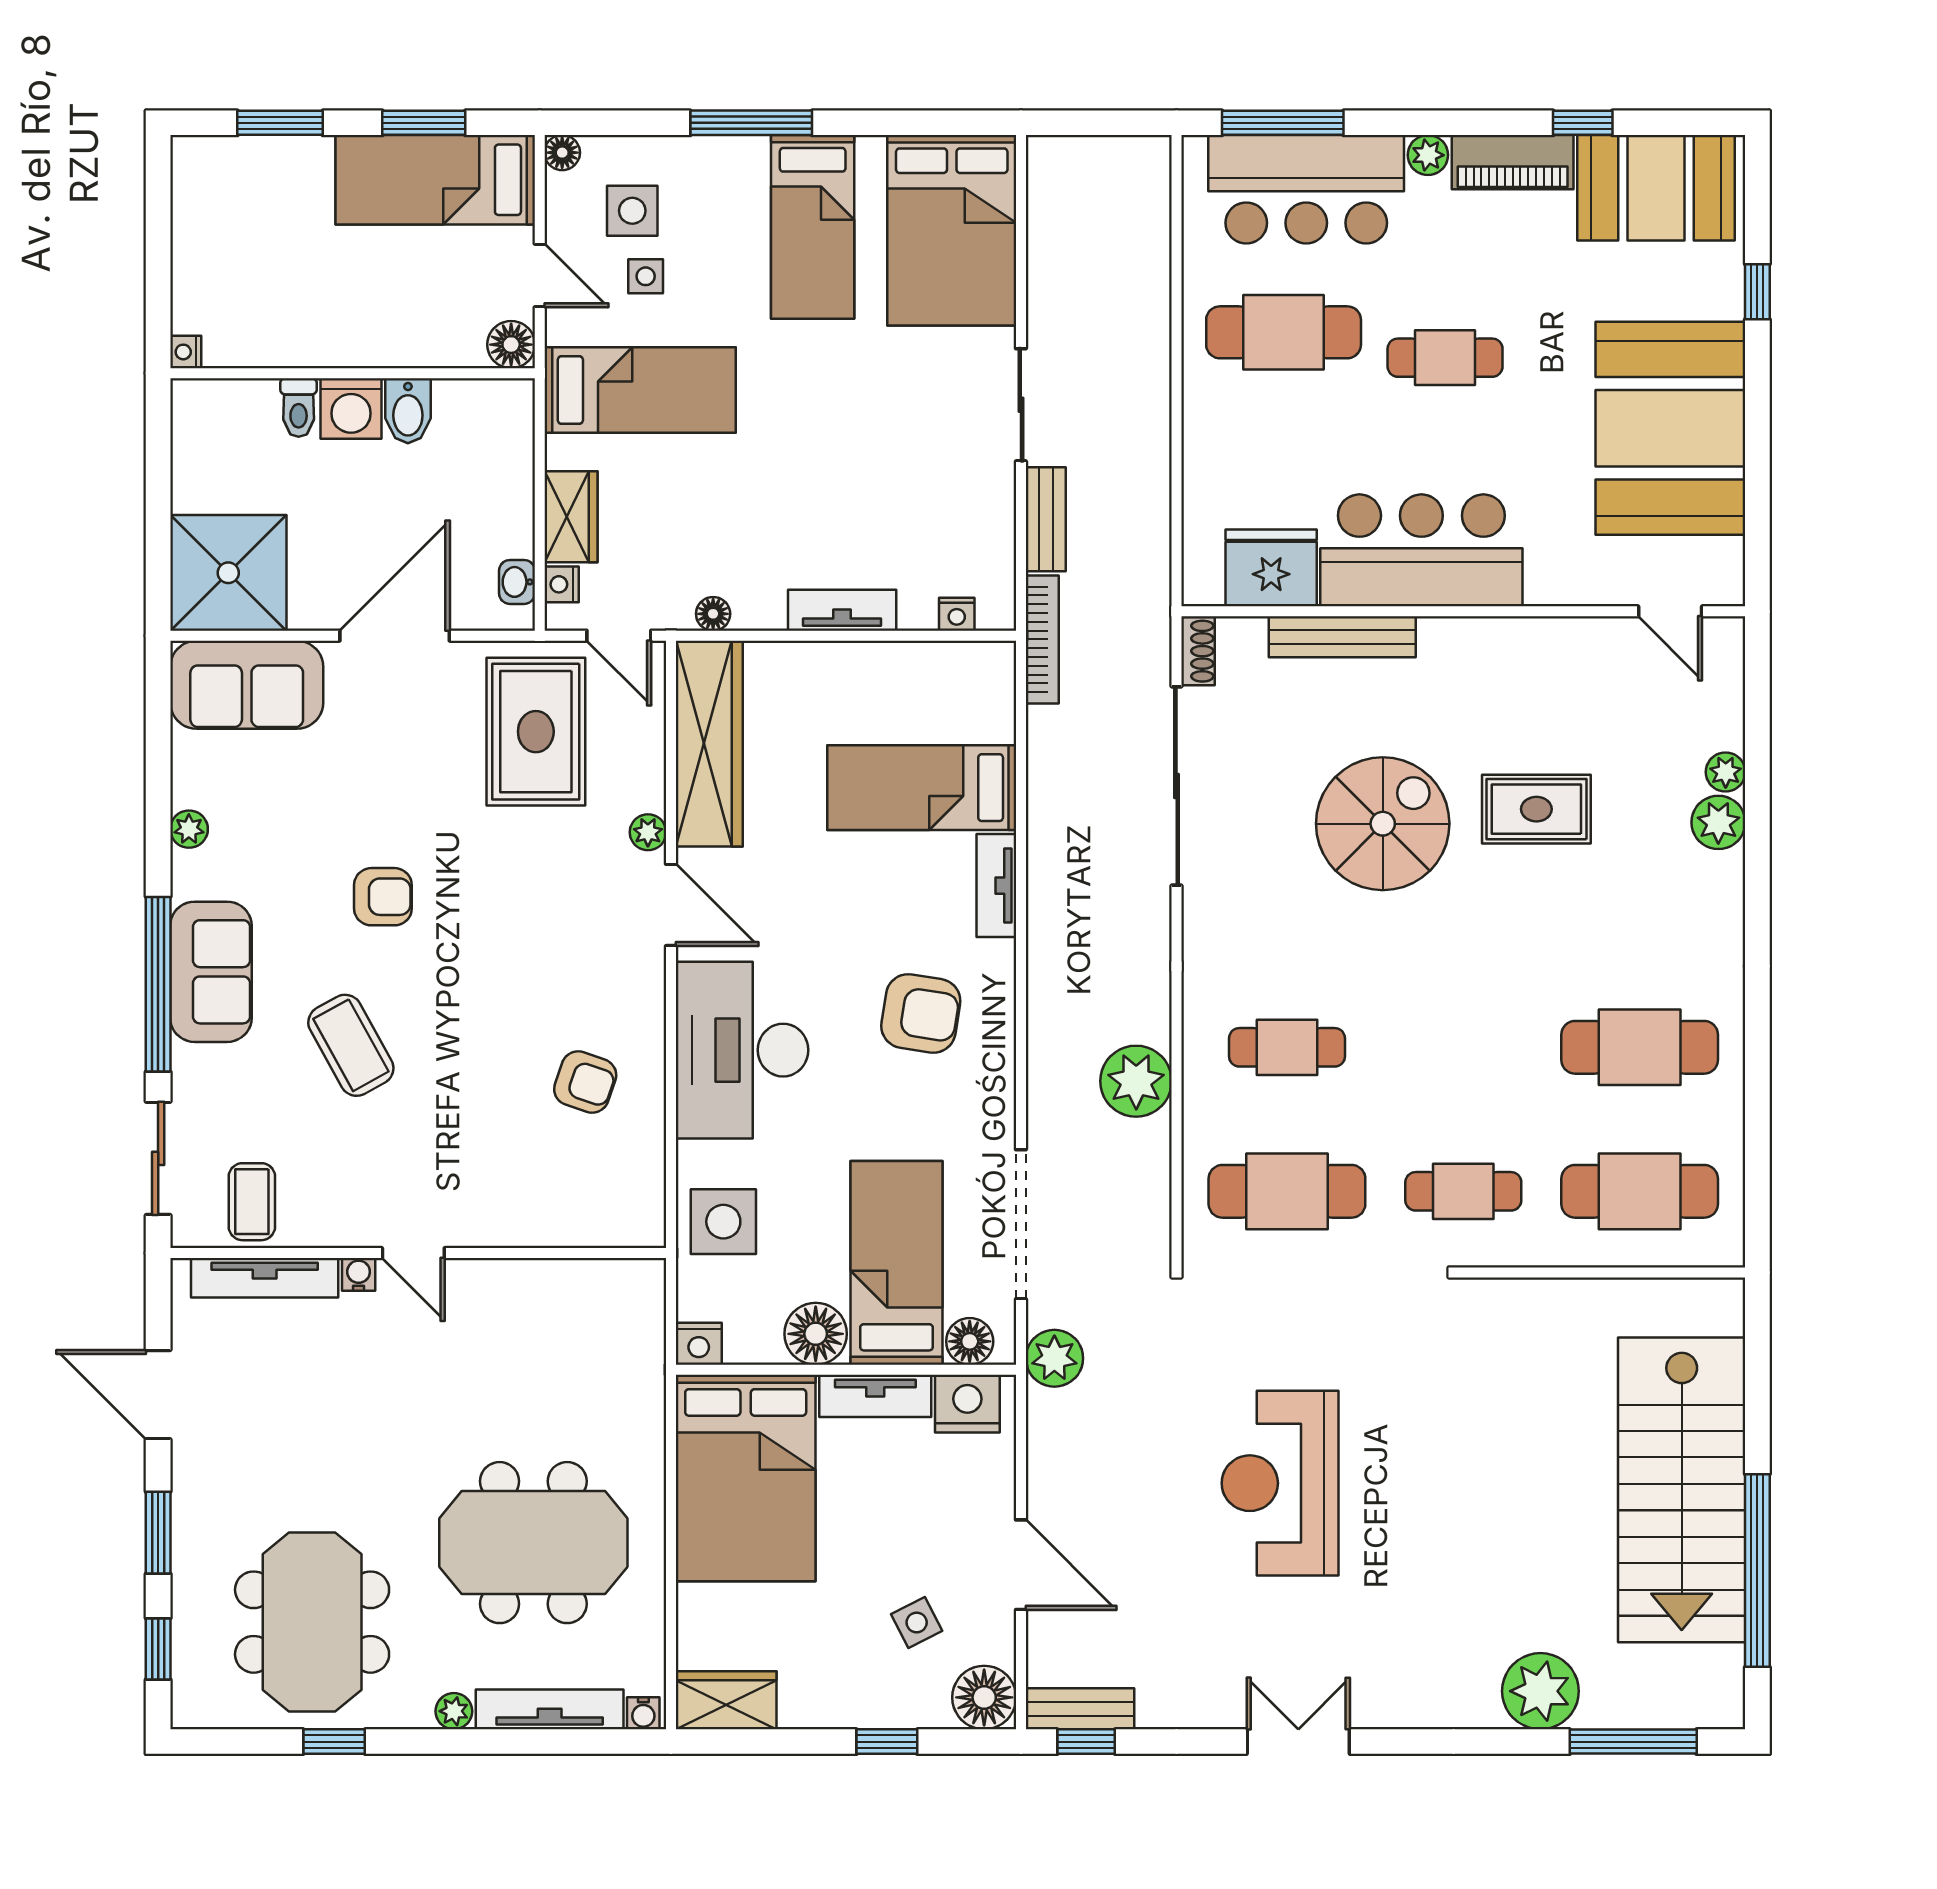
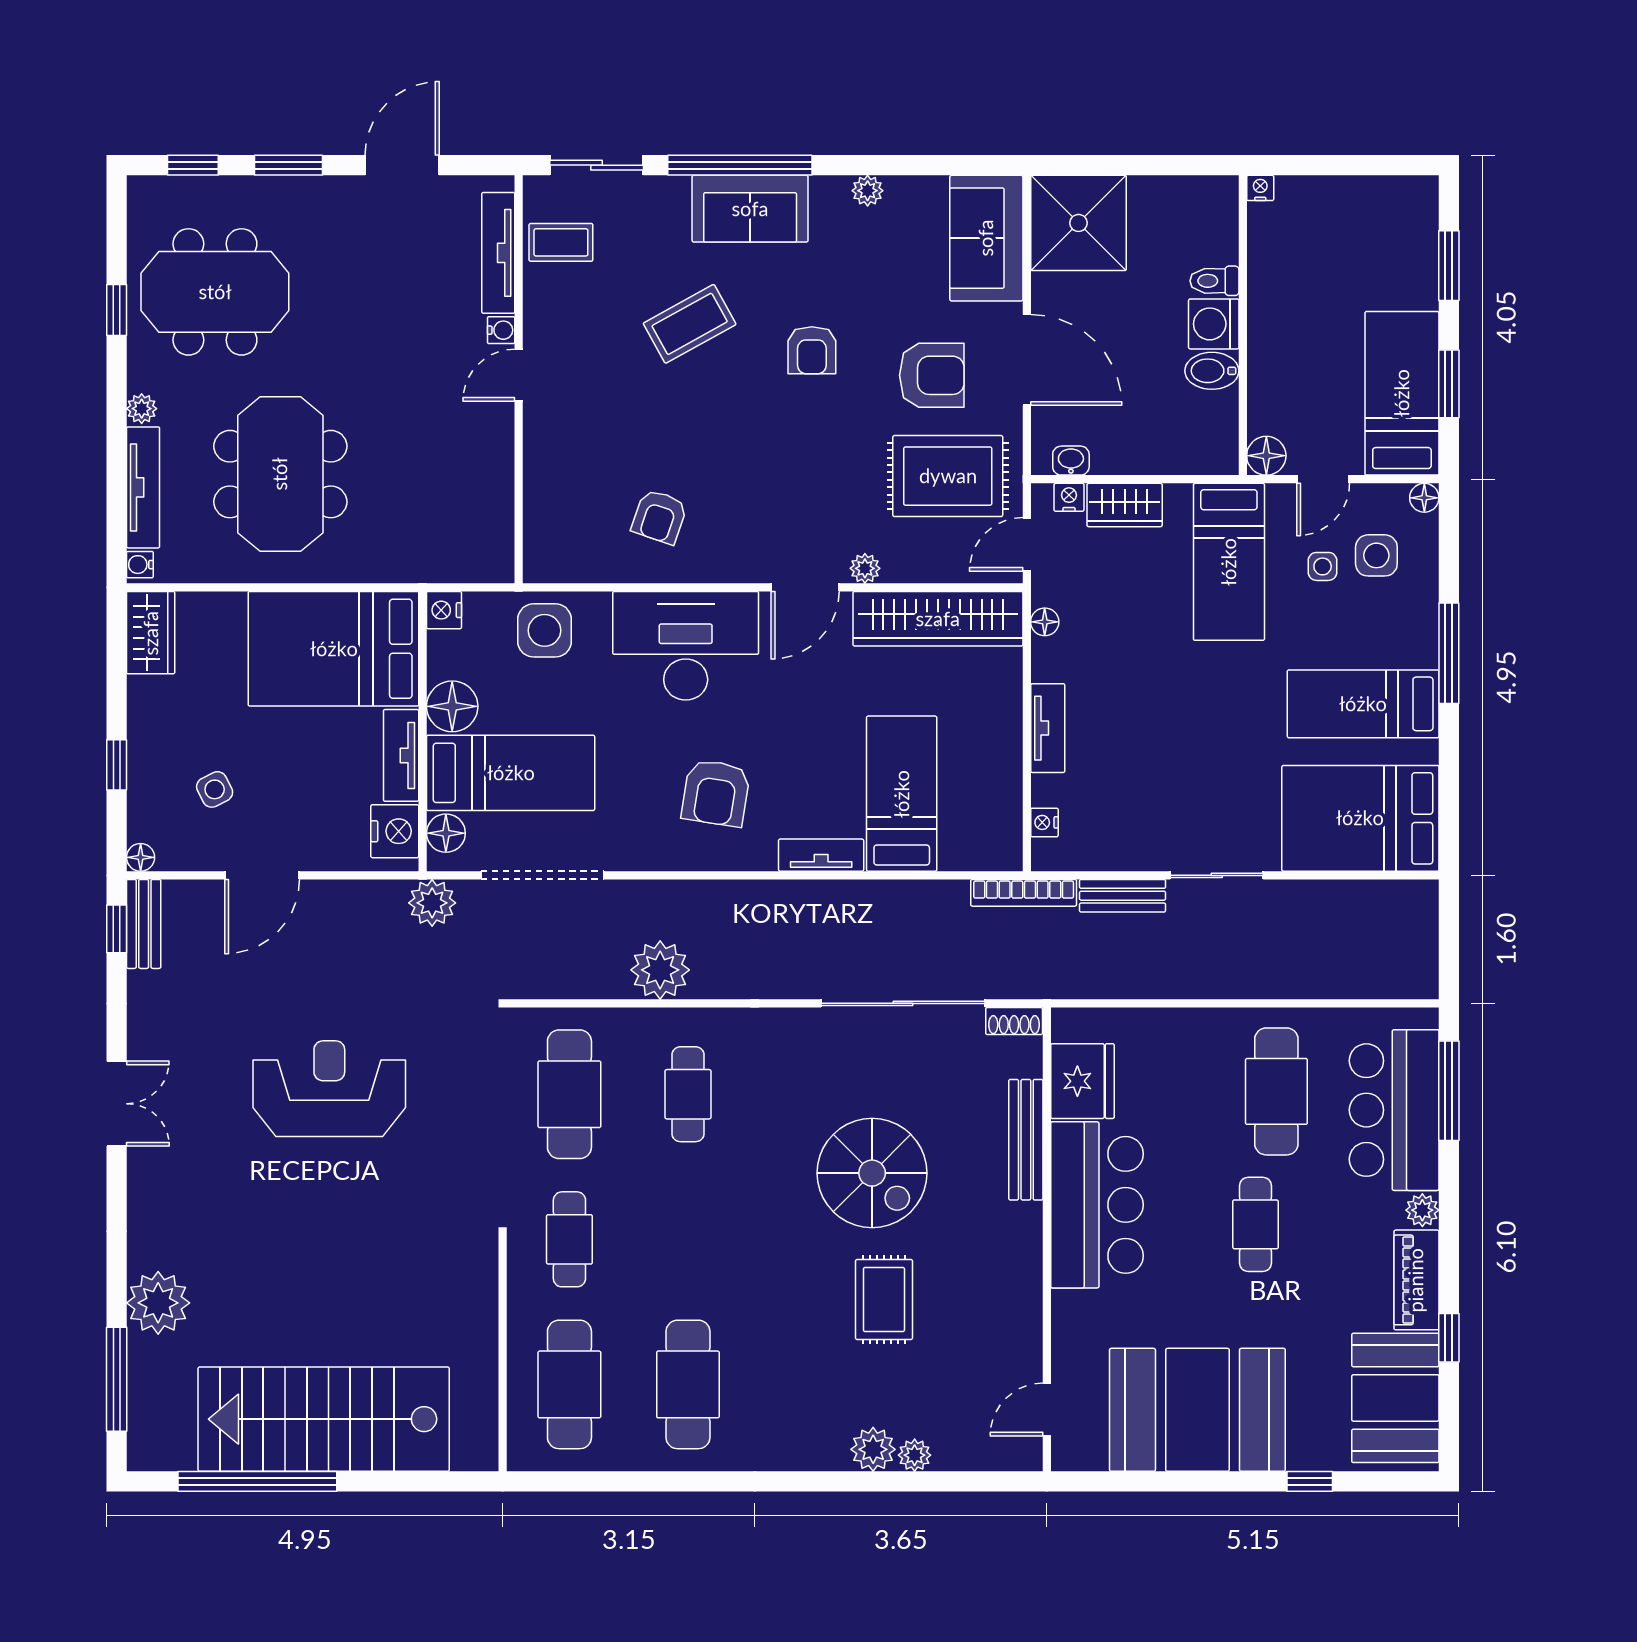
armchair: (413, 751) -> (932, 375), added
floor lamp: (984, 1697) -> (141, 857), width x0.53, depth x0.53

